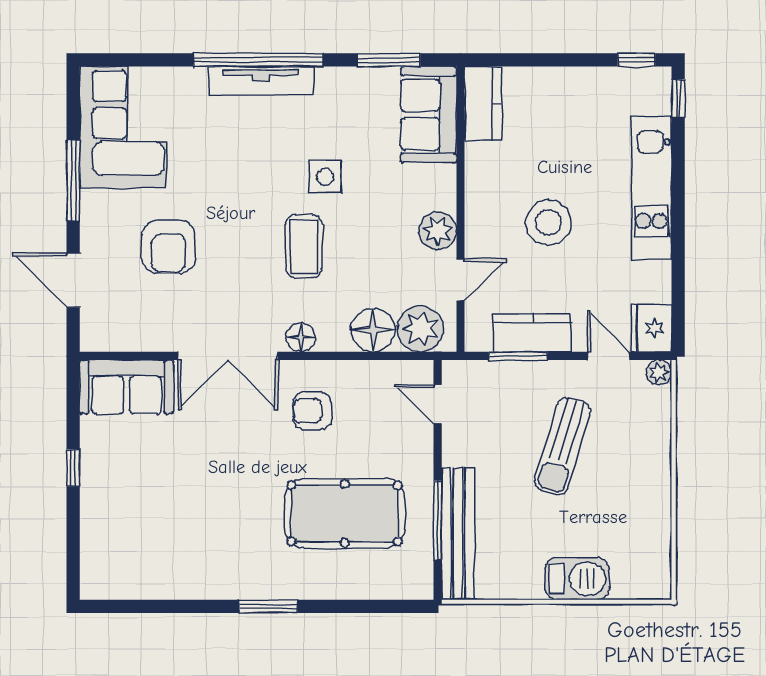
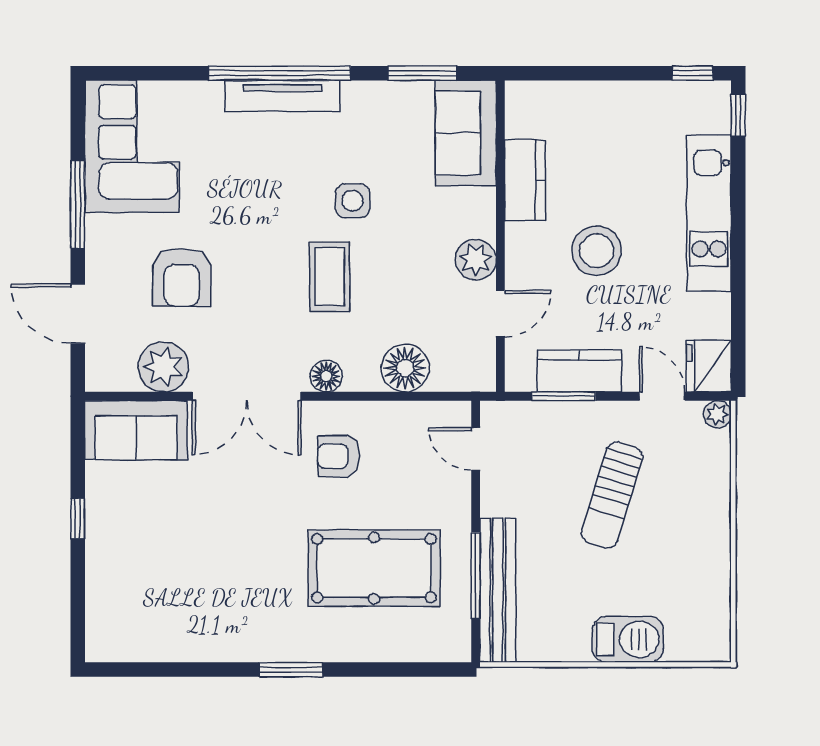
kitchen counter: (483, 104) -> (525, 180), moved
plant: (421, 329) -> (163, 367), moved

